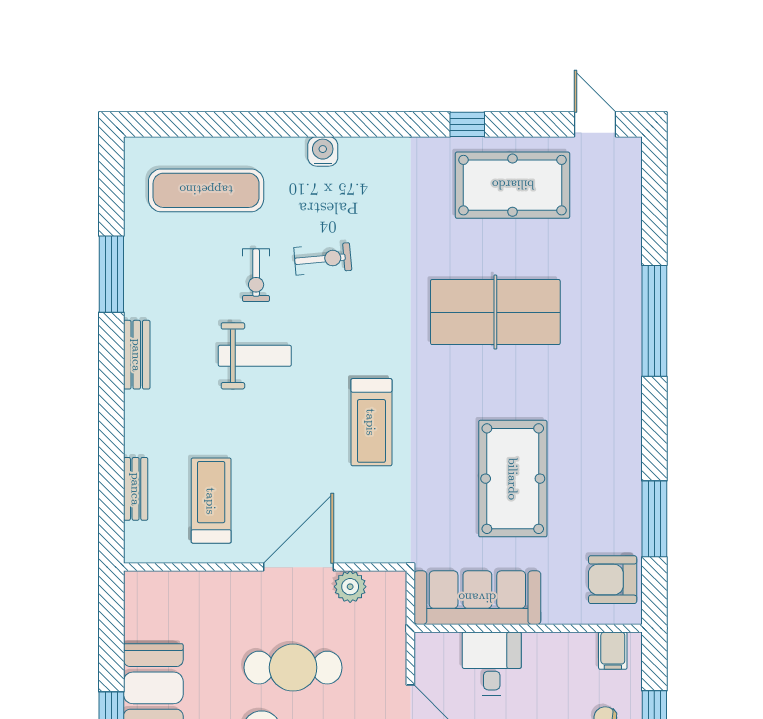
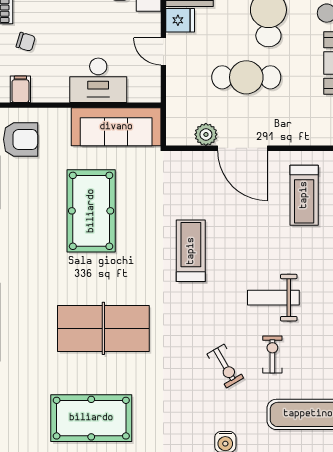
exercise bike: (323, 259) -> (225, 366), turned -115
door: (298, 567) -> (242, 148), hinge flipped
desk: (492, 663) -> (98, 80), width x1.37

